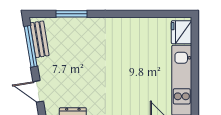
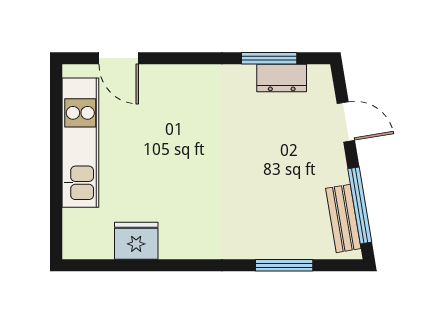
fridge: (182, 32) -> (136, 241), moved, turned -90

